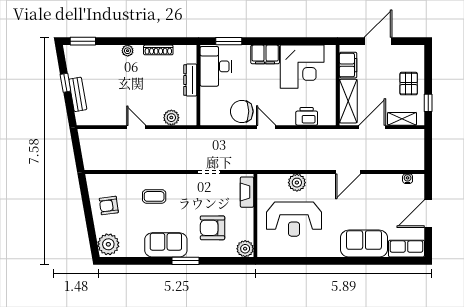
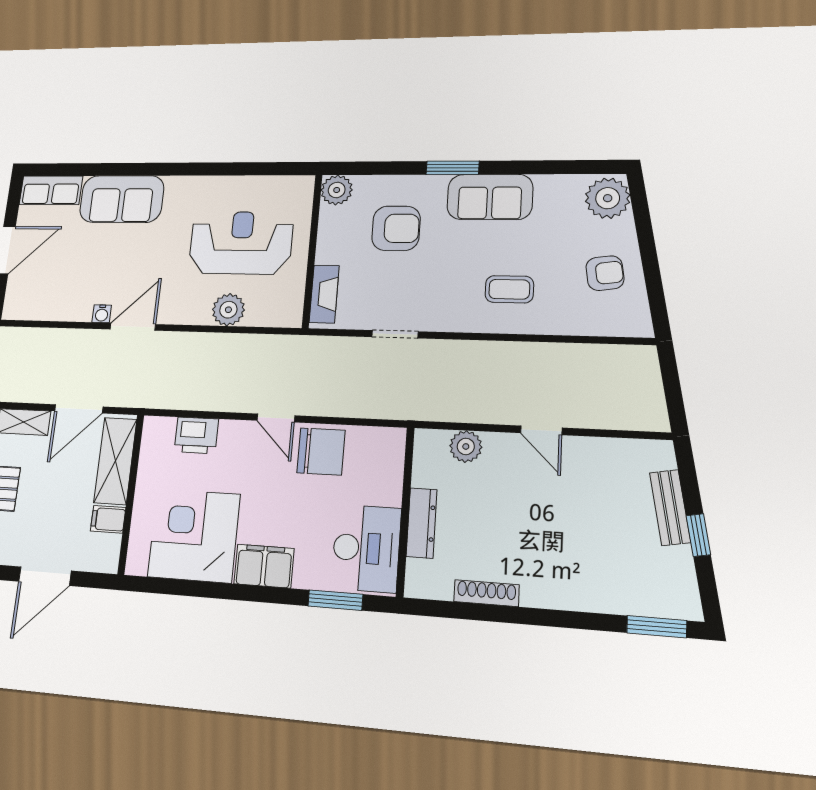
plant: (128, 51) -> (555, 597), removed
filing cabinet: (348, 65) -> (108, 519), width x0.50
water cooler: (408, 179) -> (102, 314), moved

